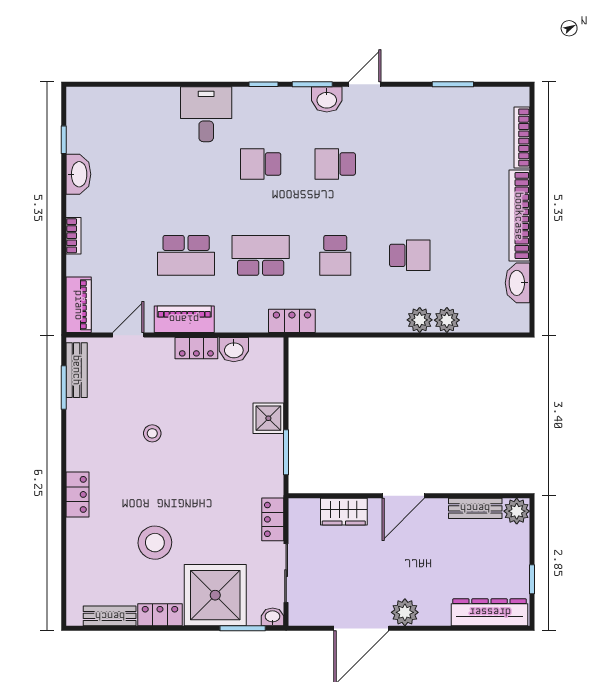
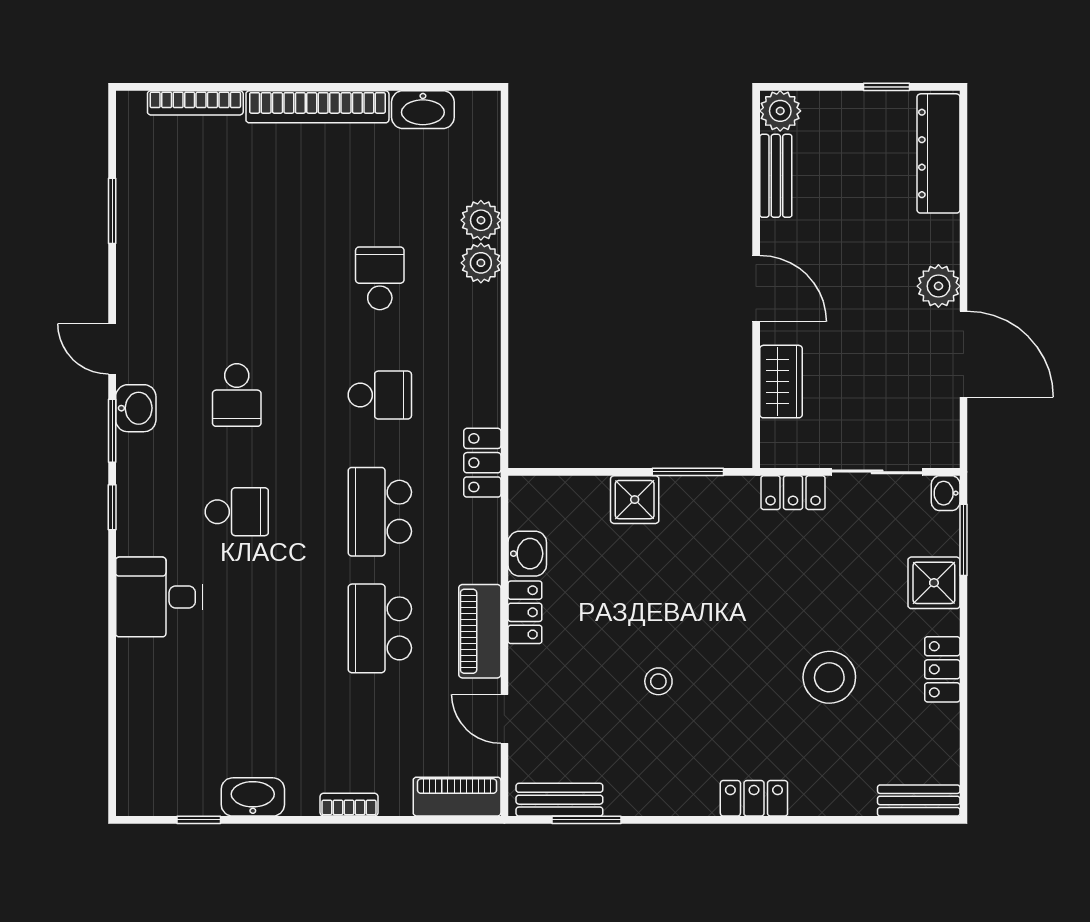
school desk: (261, 164) -> (237, 512), turned -90
school desk: (186, 255) -> (380, 628), turned 180
shower: (215, 595) -> (934, 583), width x0.54, depth x0.54
bench: (110, 616) -> (919, 800), moved, turned 90

